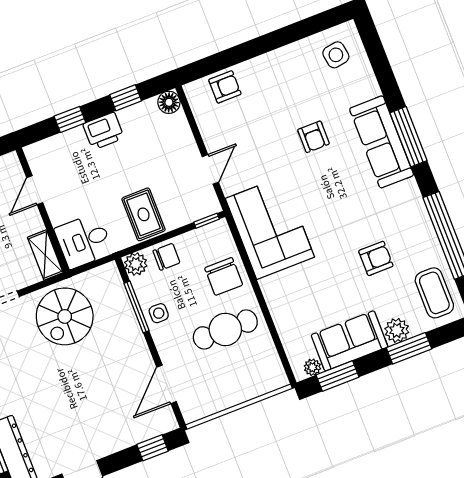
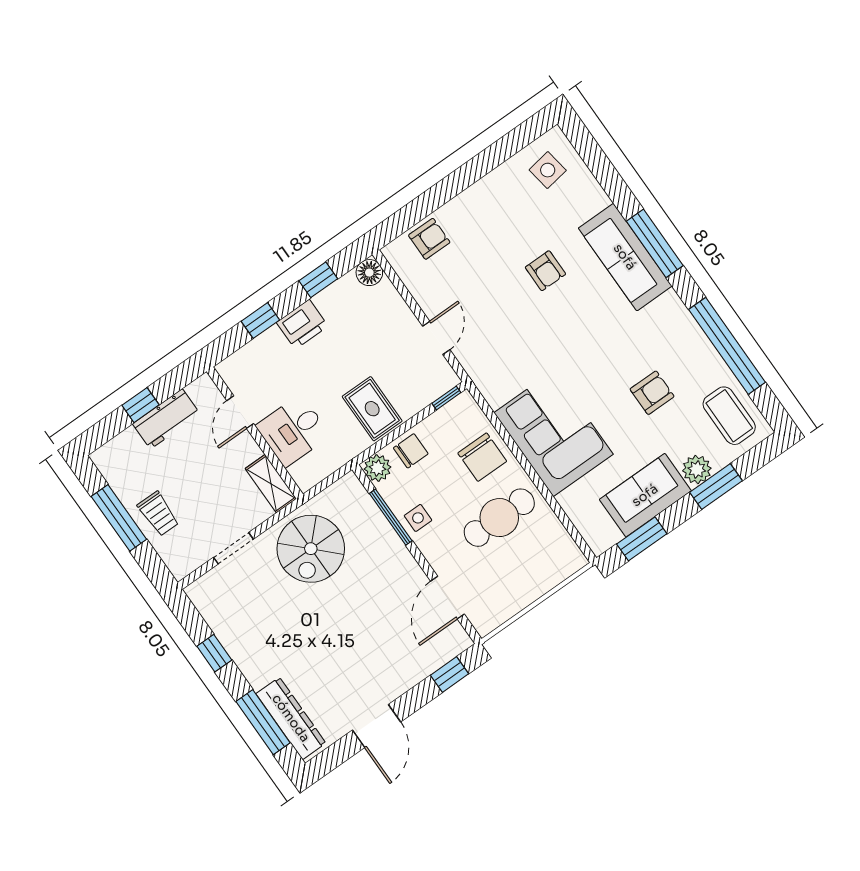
corner sofa: (270, 228) -> (554, 433), moved
desk: (84, 241) -> (293, 431), moved
plant: (312, 367) -> (610, 536), removed

